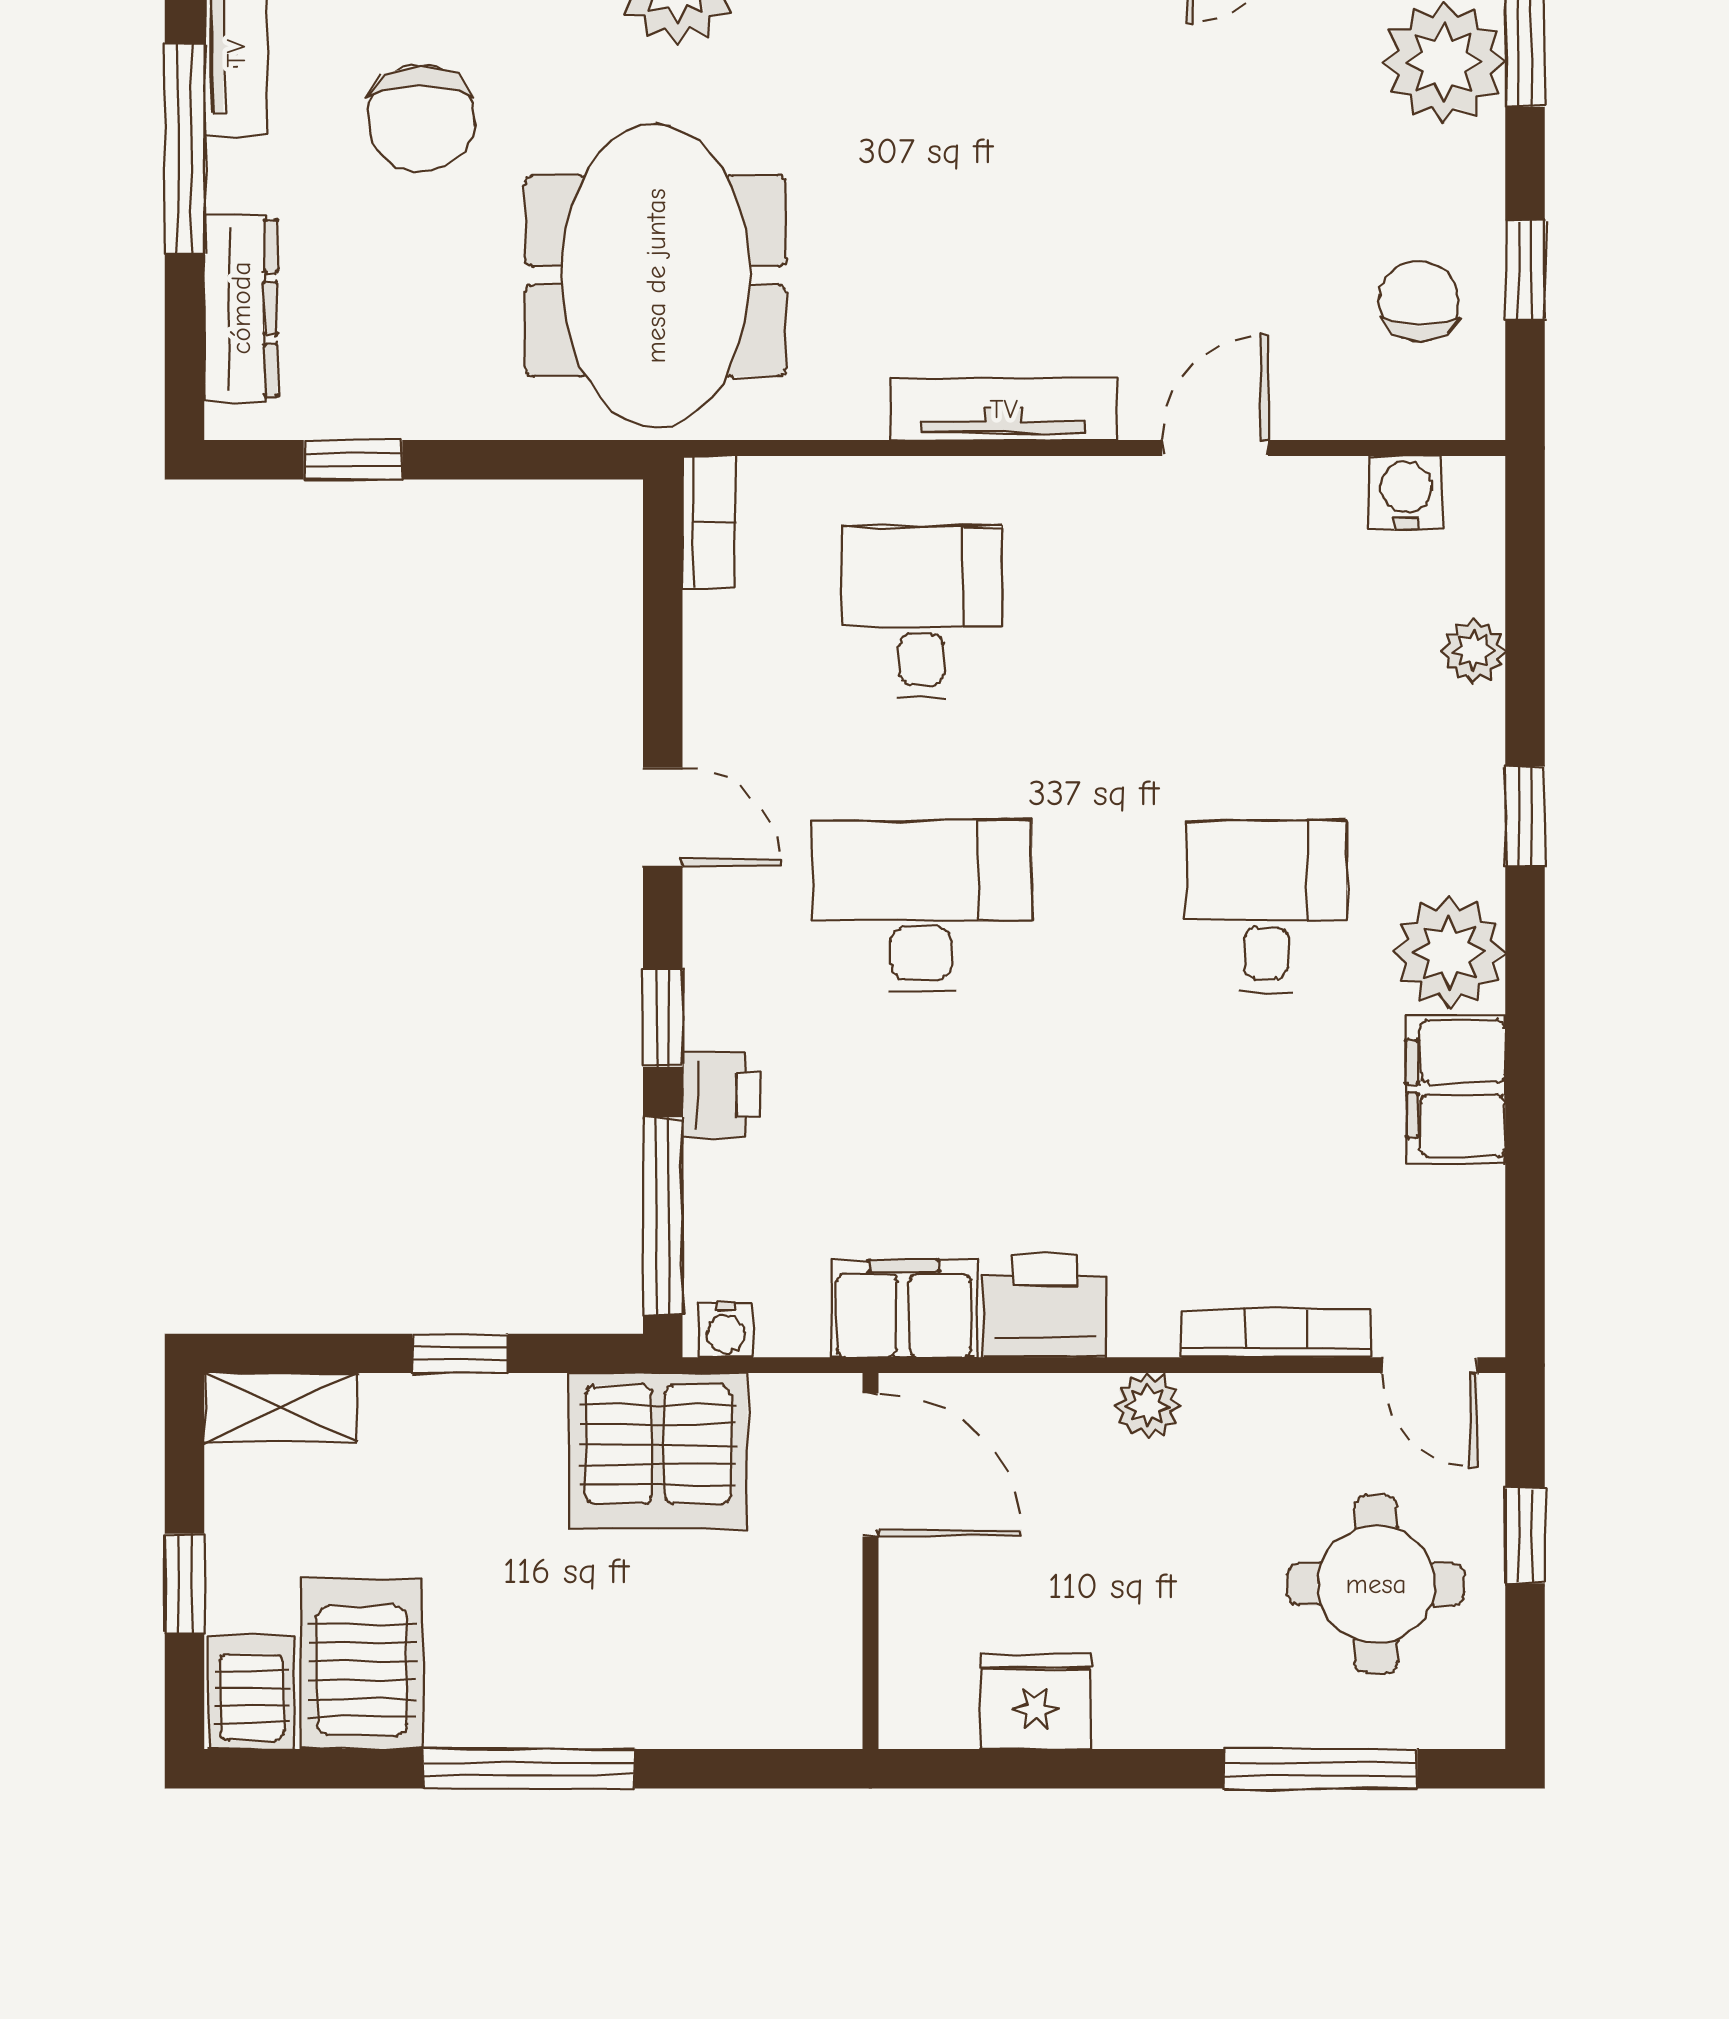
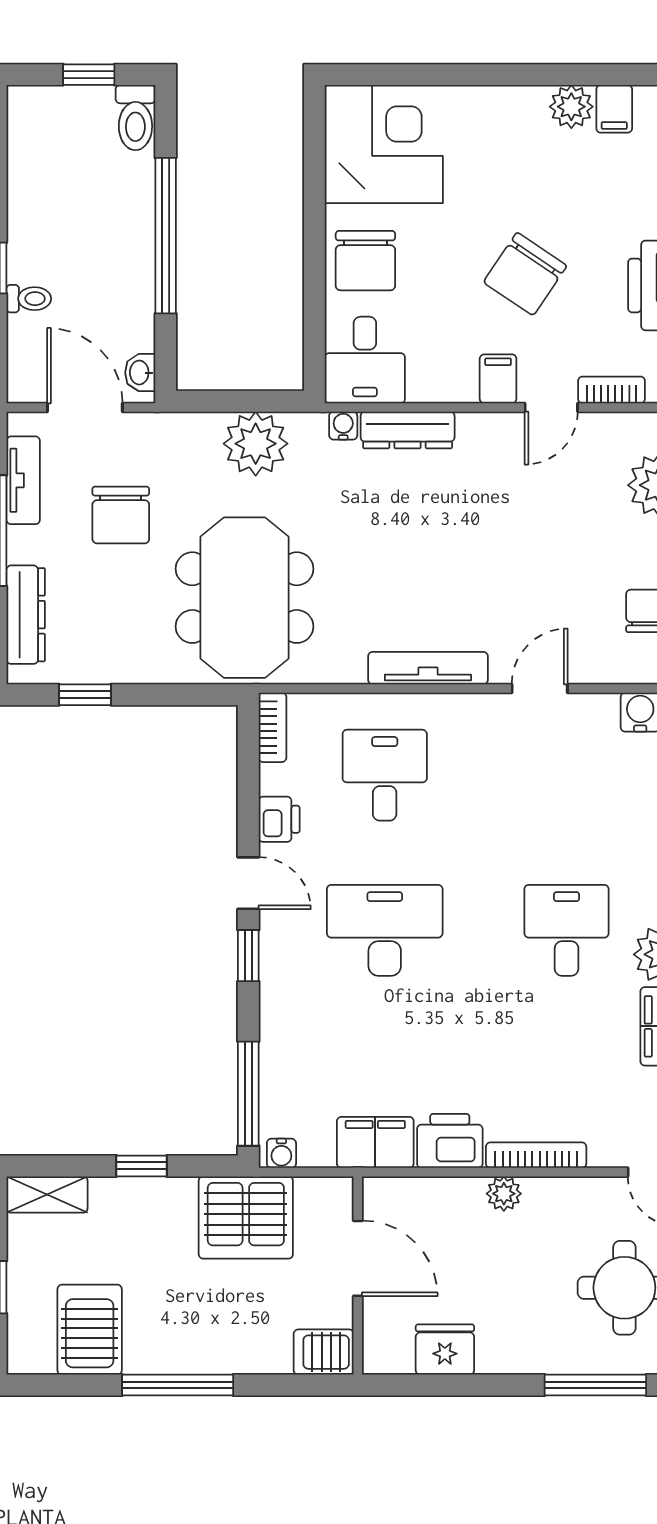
window: (663, 1018) -> (248, 956), moved
printer: (721, 1095) -> (279, 819), moved
bookcase: (1276, 1333) -> (536, 1155), moved
door: (870, 1465) -> (358, 1258), moved
server rack: (252, 1692) -> (324, 1352), moved, turned -90

